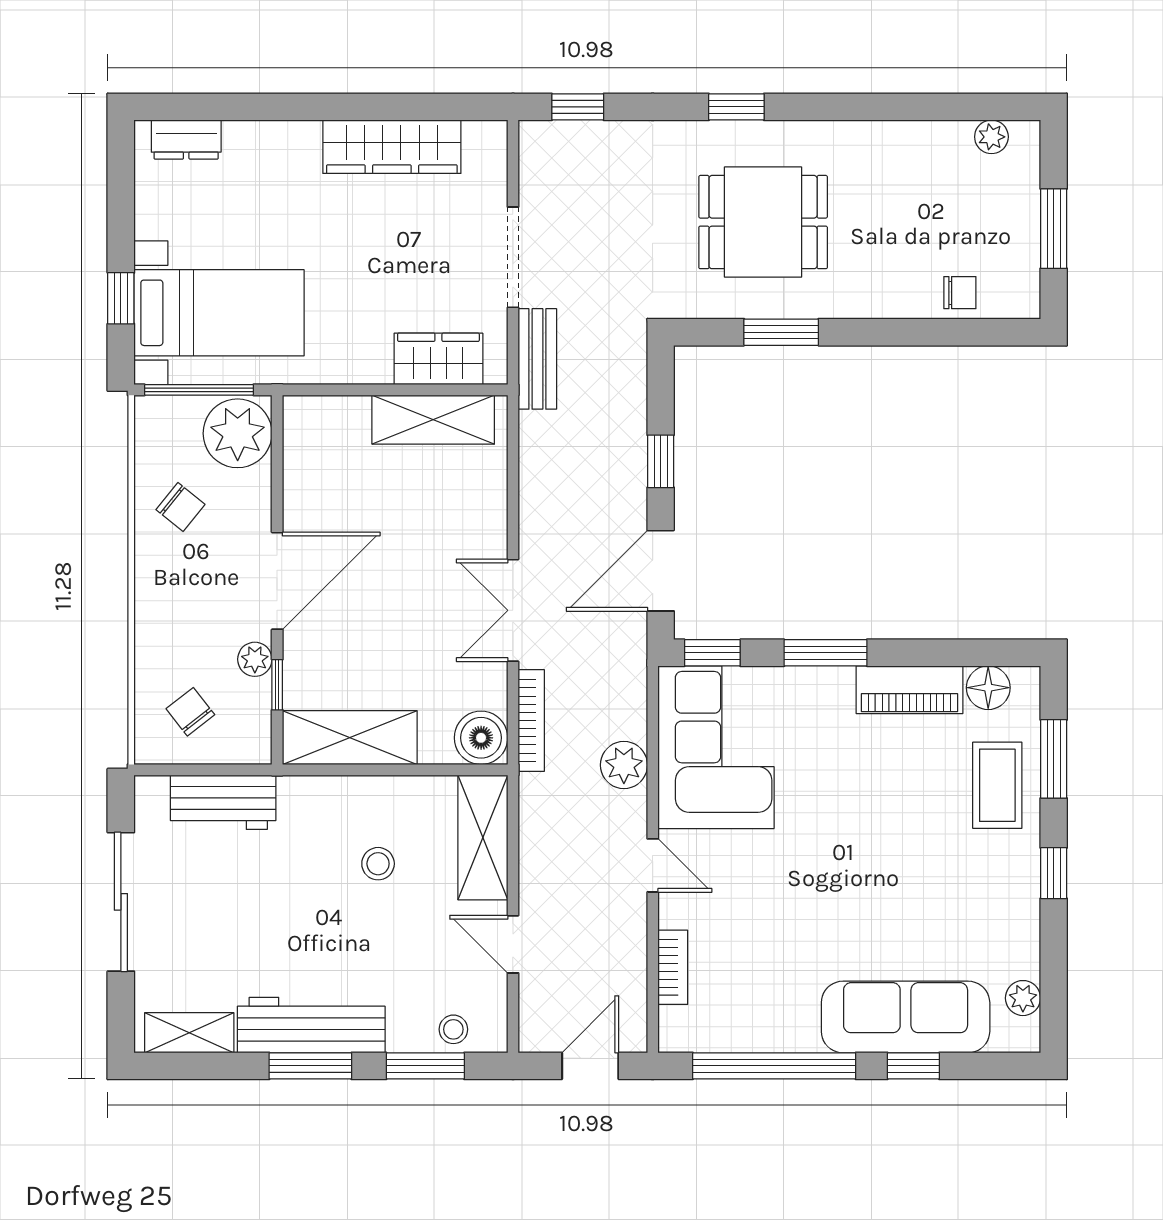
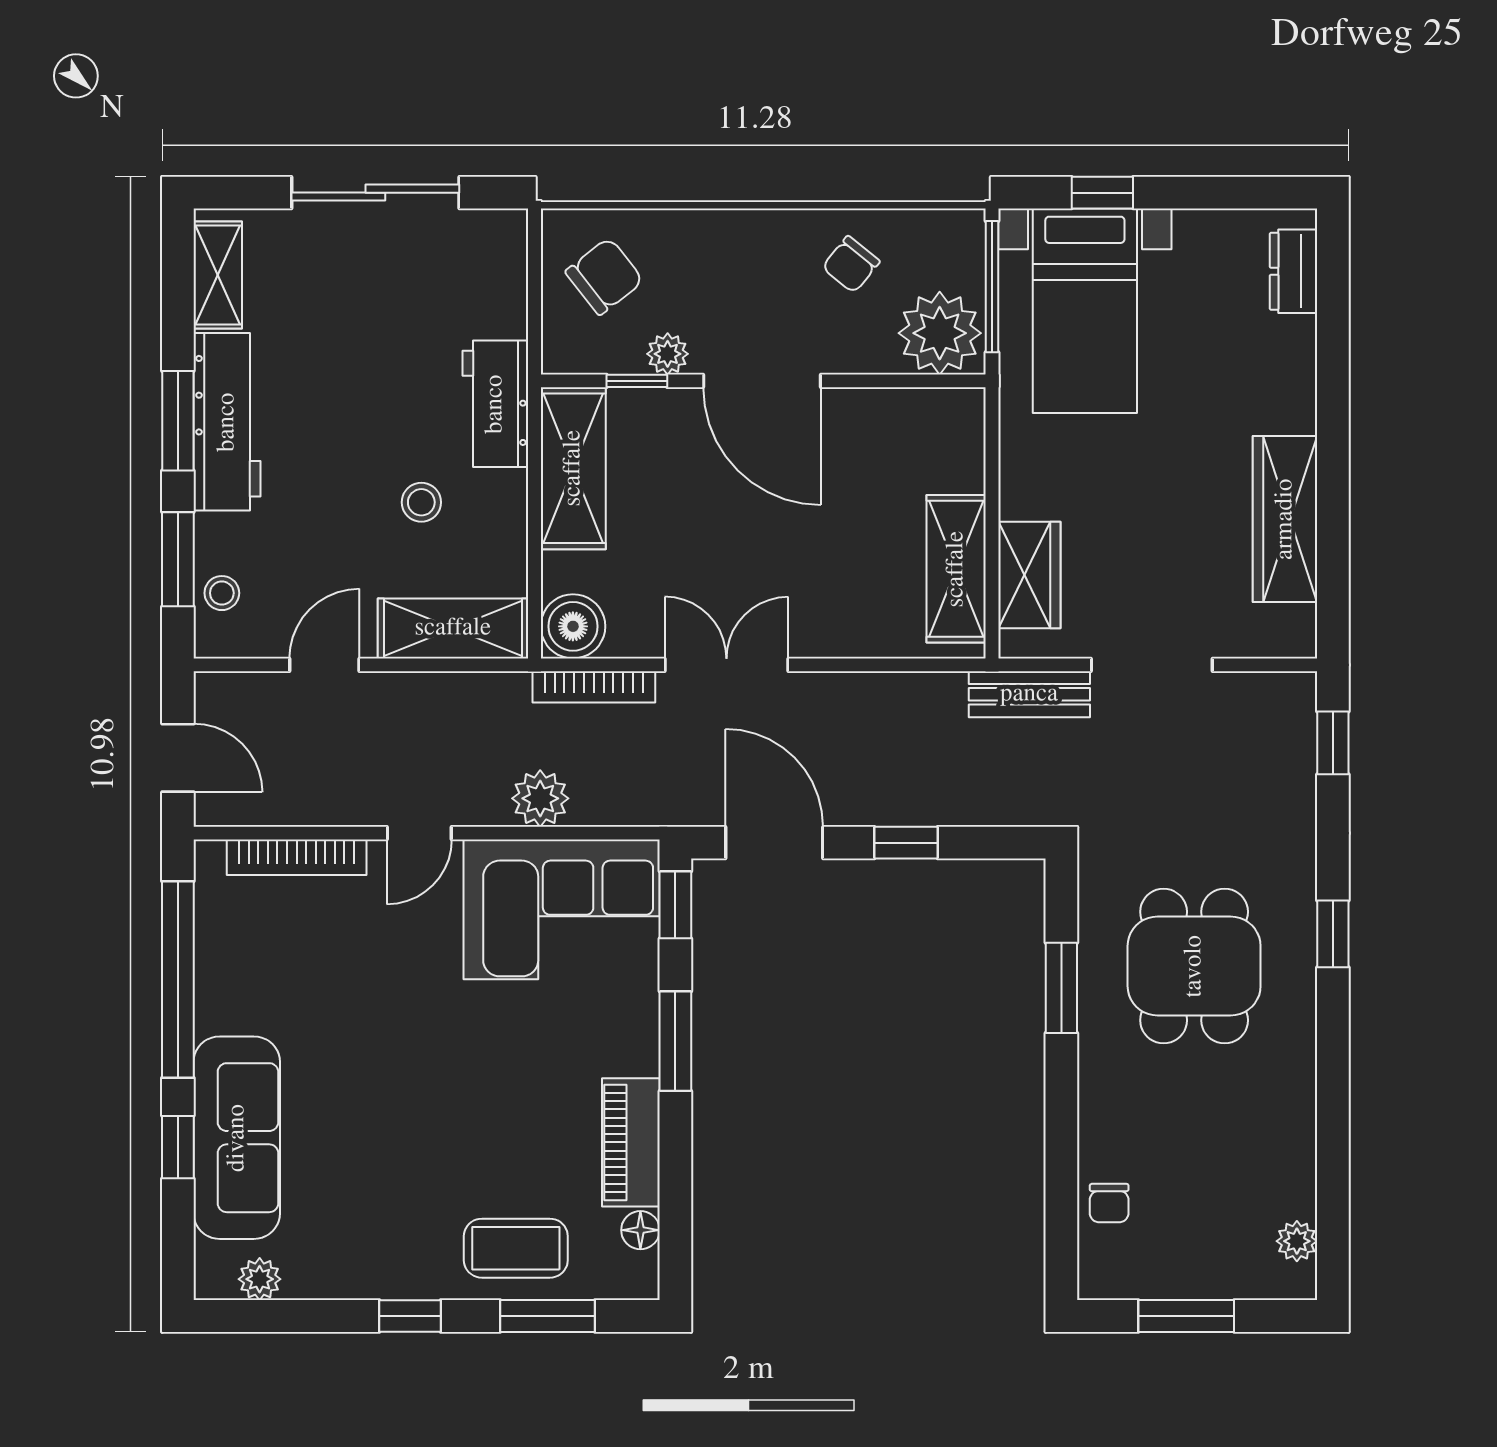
floor lamp: (988, 688) -> (640, 1230), width x0.73, depth x0.73
chair: (190, 712) -> (604, 276), width x1.37, depth x1.37
workbench: (223, 802) -> (495, 404), moved
bookcase: (673, 967) -> (297, 857), width x1.56

